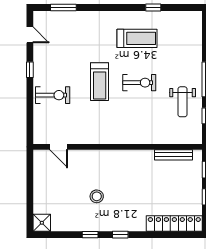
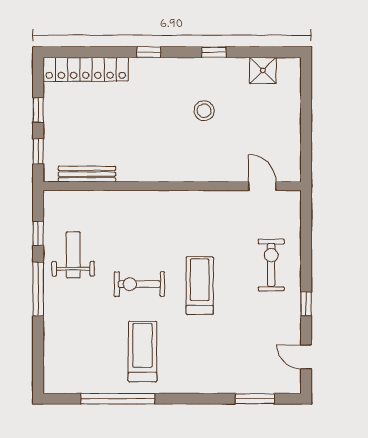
window: (153, 8) -> (118, 399), width x3.17
treadmill: (137, 38) -> (142, 352), turned 90
exercise bike: (53, 95) -> (271, 265), turned 90
shower: (42, 223) -> (263, 70), moved
window: (120, 235) -> (149, 52), moved

